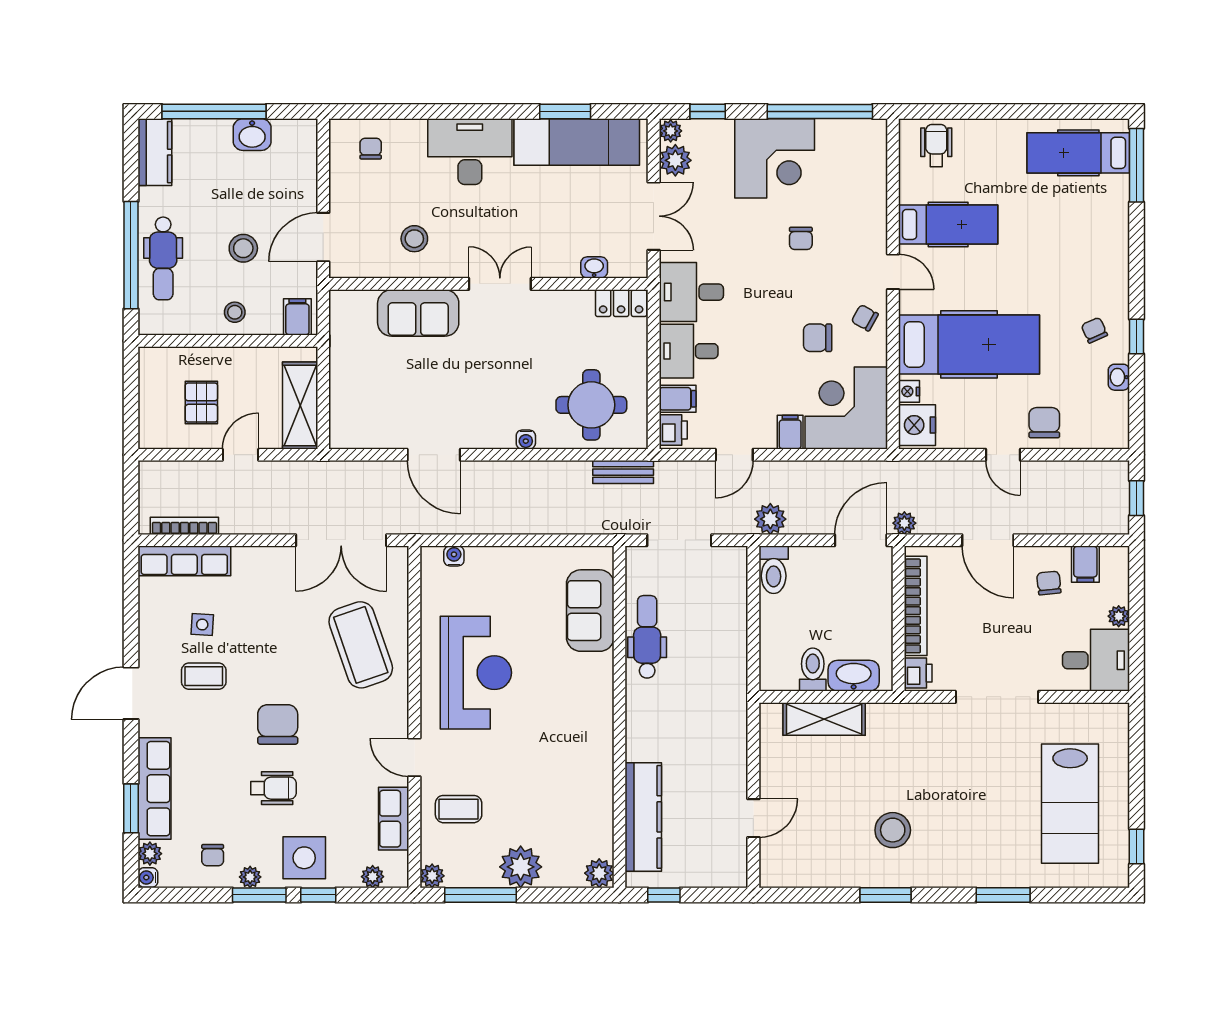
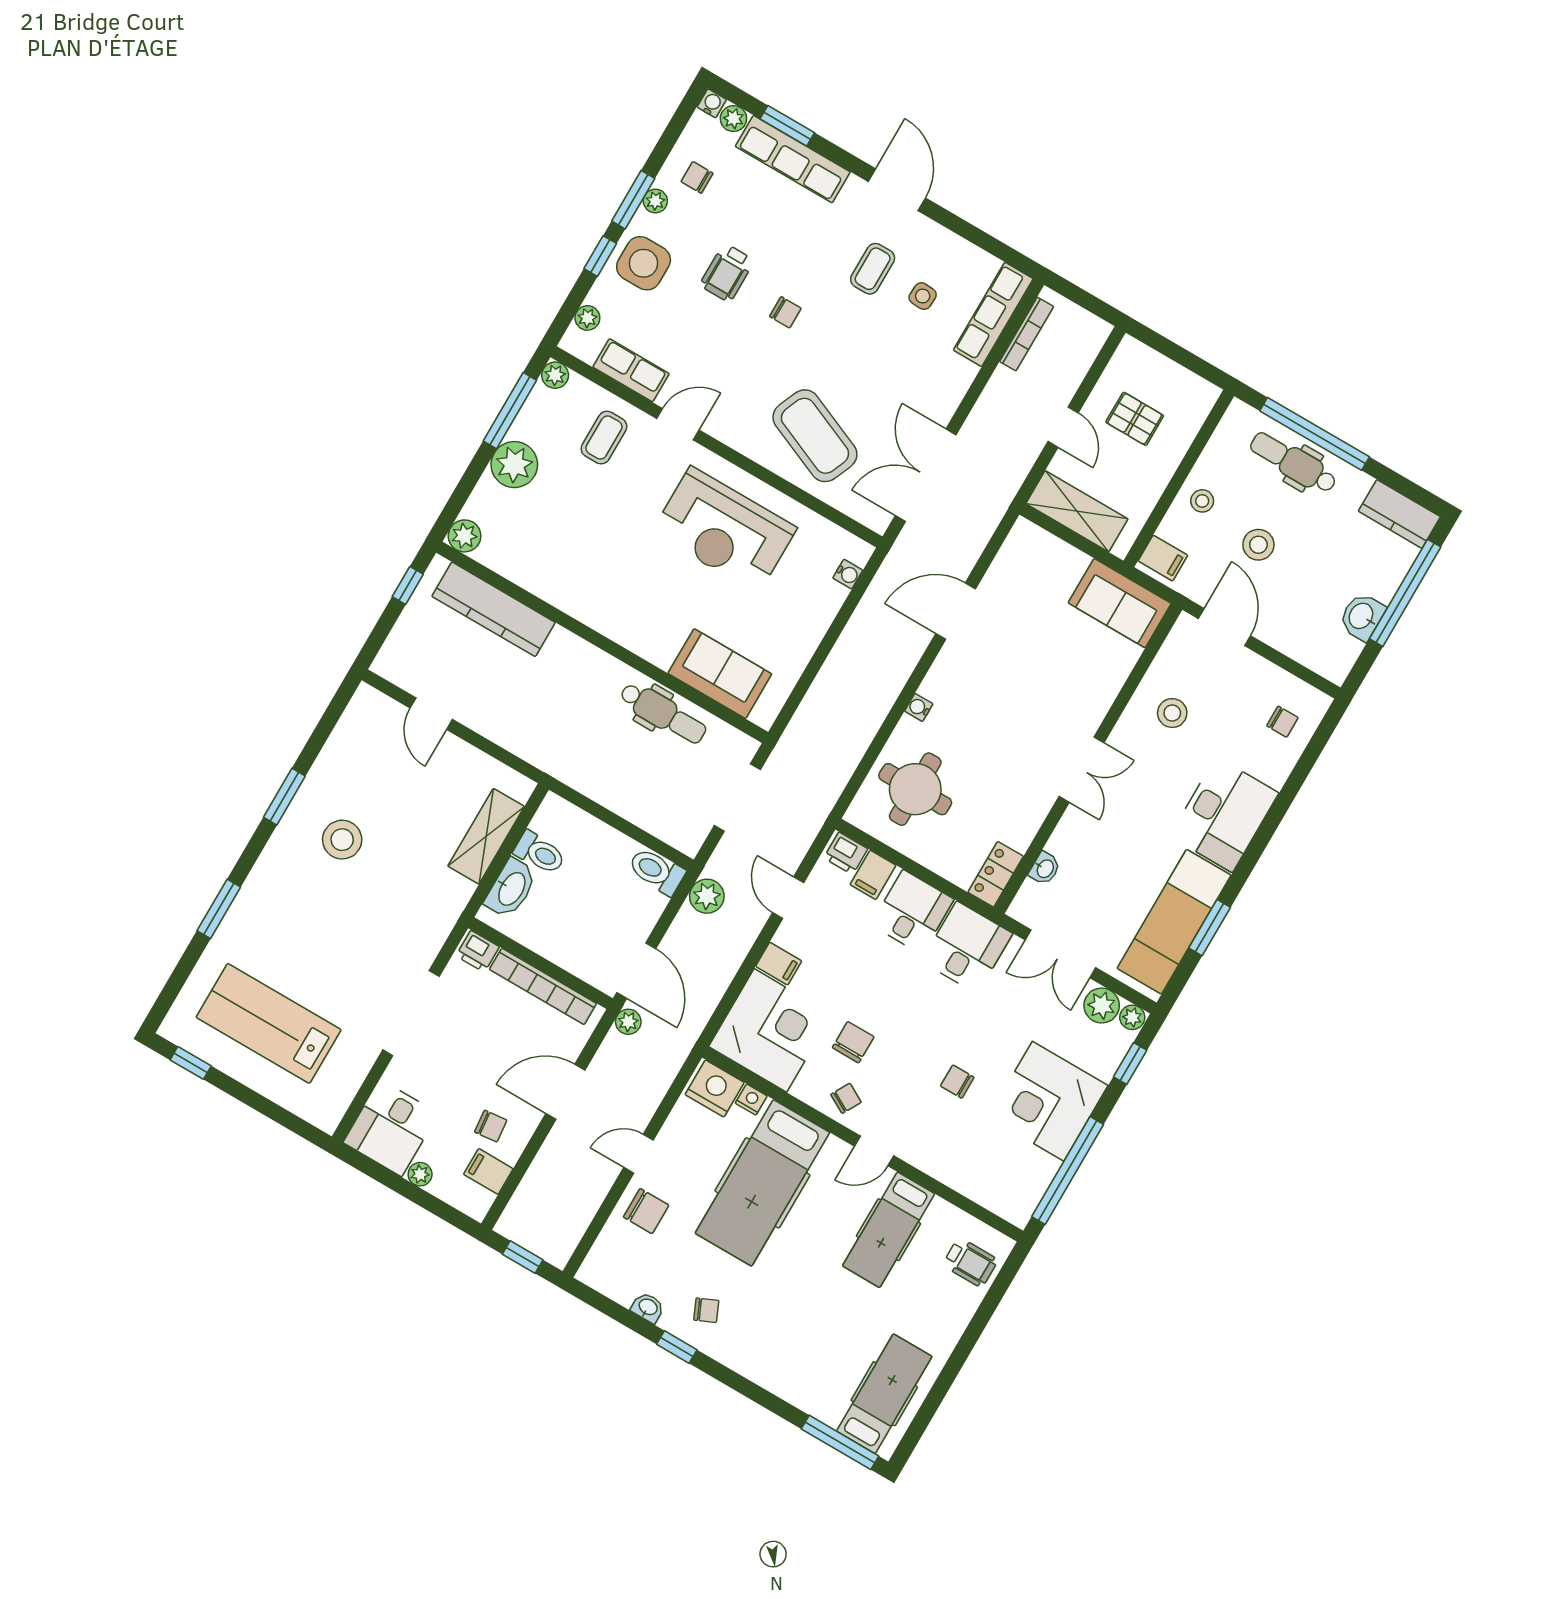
sofa: (418, 313) -> (1120, 603), moved, turned -90
bench: (623, 472) -> (834, 782), removed
coffee table: (361, 645) -> (815, 436), turned 42
chair: (278, 724) -> (785, 312), width x0.54, depth x0.54

